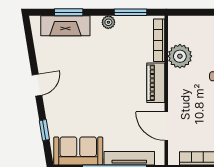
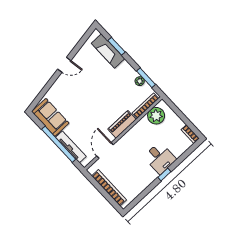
plant: (108, 22) -> (140, 81), moved
plant: (180, 56) -> (156, 116), moved
window: (44, 130) -> (45, 90), removed

